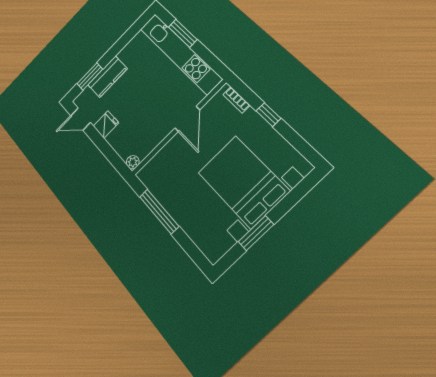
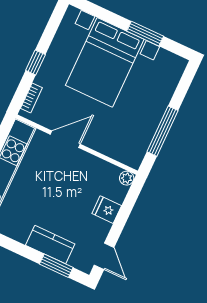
fridge: (106, 124) -> (107, 210), moved

